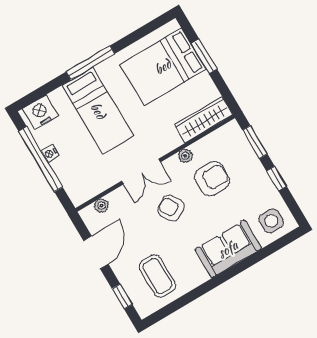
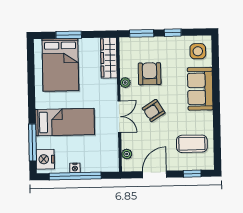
window: (90, 63) -> (32, 142), moved
door: (96, 252) -> (155, 174), hinge flipped

